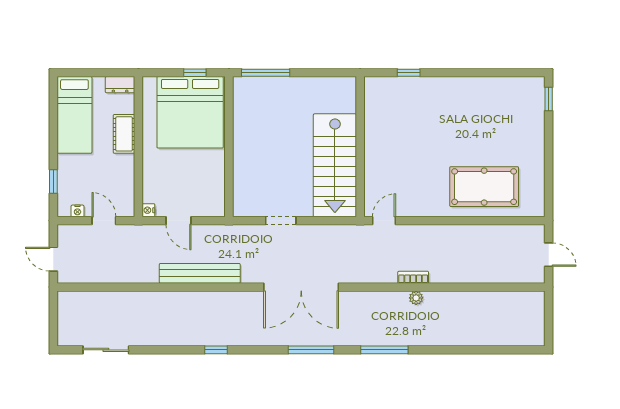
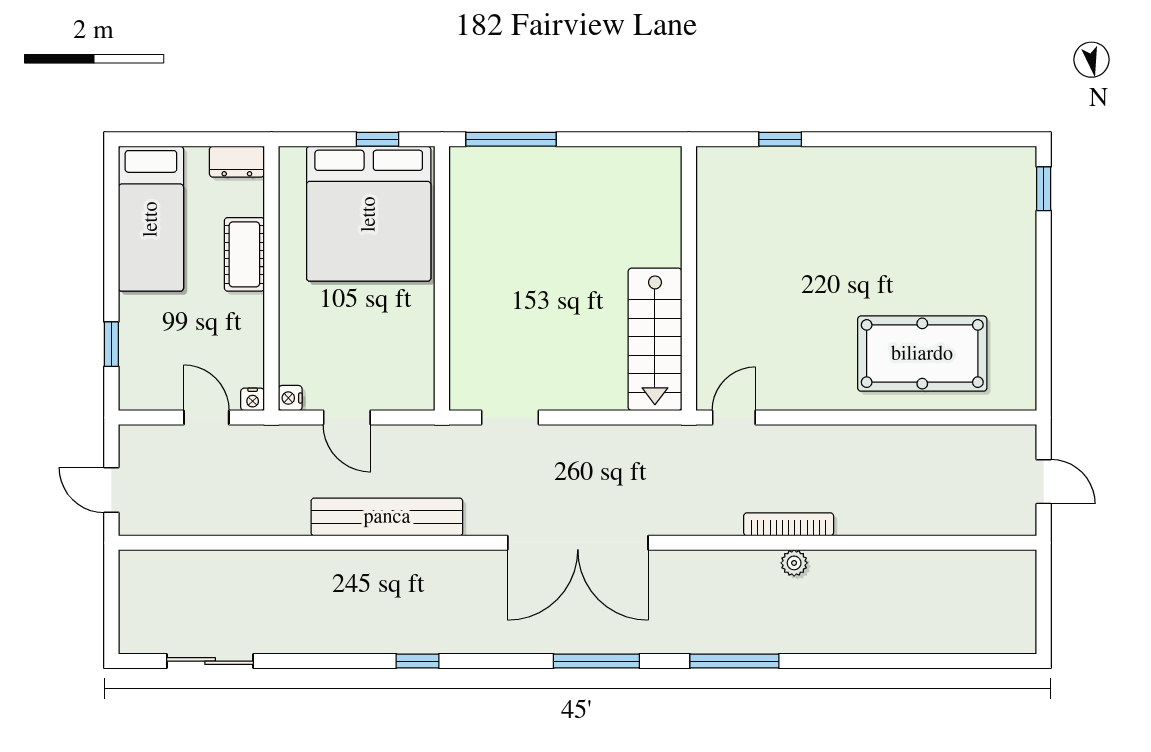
stairs: (335, 165) -> (655, 339), width x0.73, depth x0.66
nightstand: (77, 211) -> (253, 399), moved
doorway: (281, 221) -> (510, 418), moved
bookcase: (413, 277) -> (789, 524), width x1.56

